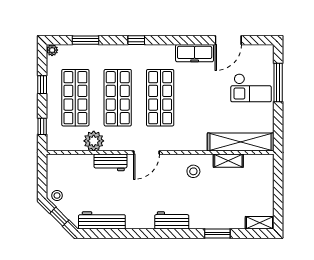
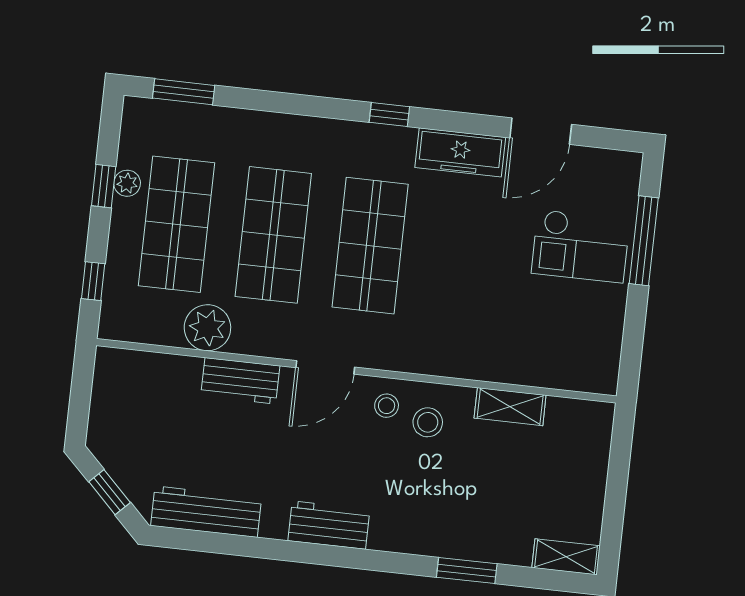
window: (85, 40) -> (184, 92), moved
window: (136, 40) -> (389, 114), moved
plant: (52, 50) -> (127, 183), moved
shelving: (241, 142) -> (543, 367), removed
stool: (57, 195) -> (387, 406), moved
workbench: (172, 220) -> (329, 525), moved

